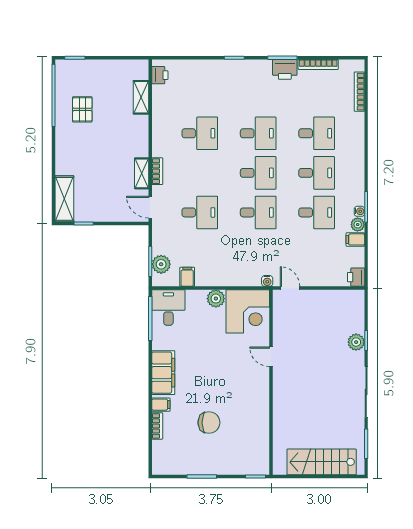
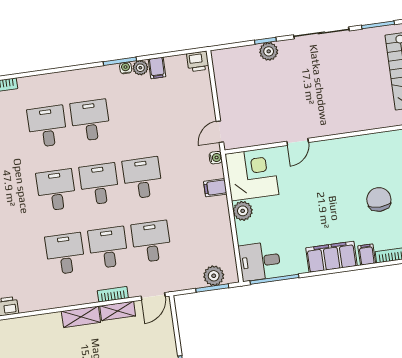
shelving: (141, 97) -> (81, 317), moved
desk: (317, 212) -> (108, 248), moved
filing cabinet: (187, 277) -> (215, 188), moved

